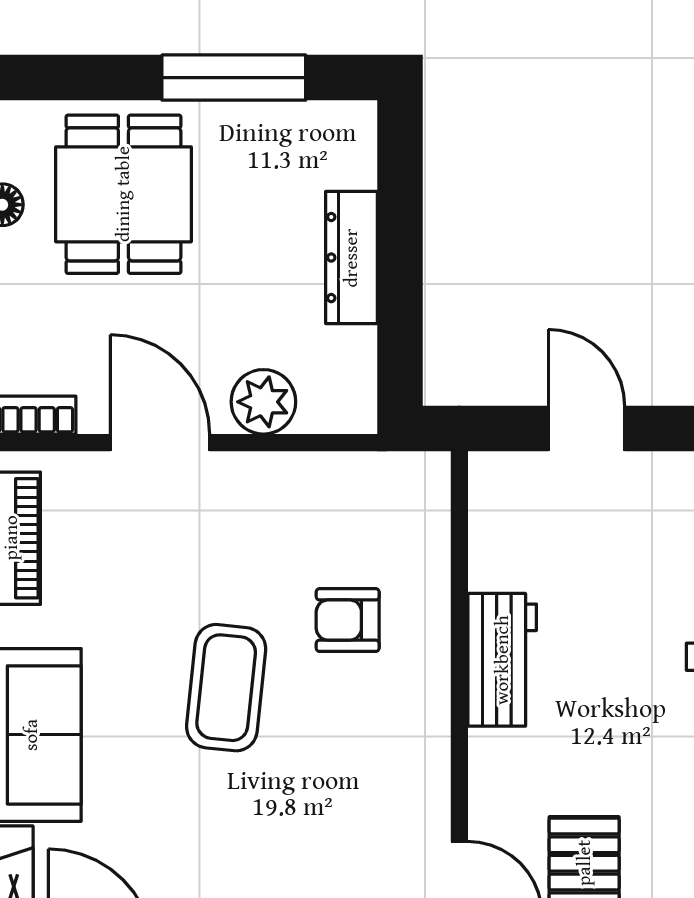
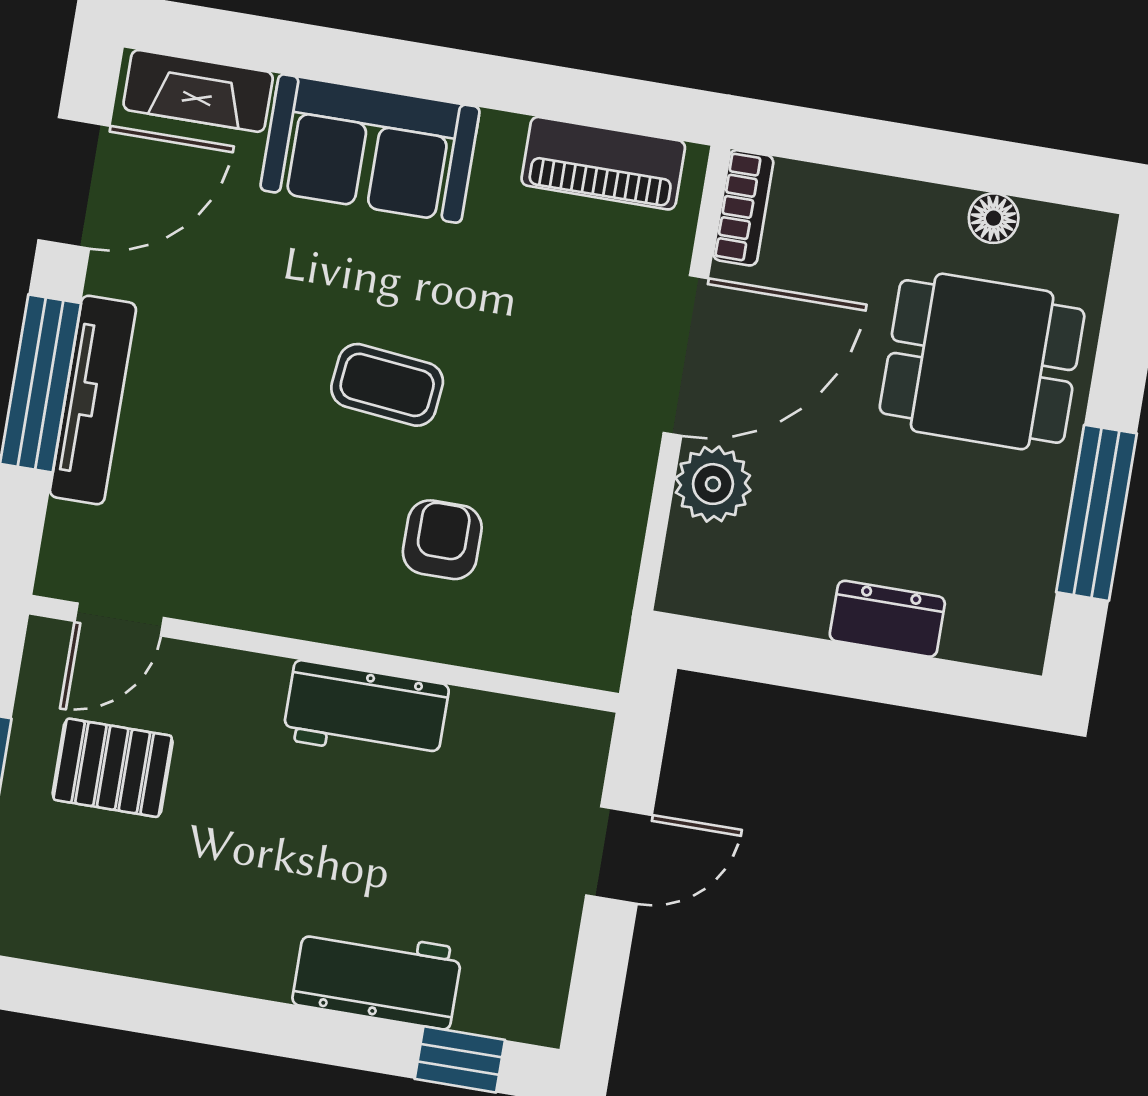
dresser: (351, 258) -> (887, 619), width x0.70
door: (160, 443) -> (686, 356), width x1.36
coffee table: (226, 688) -> (387, 385), width x0.73, depth x0.77

